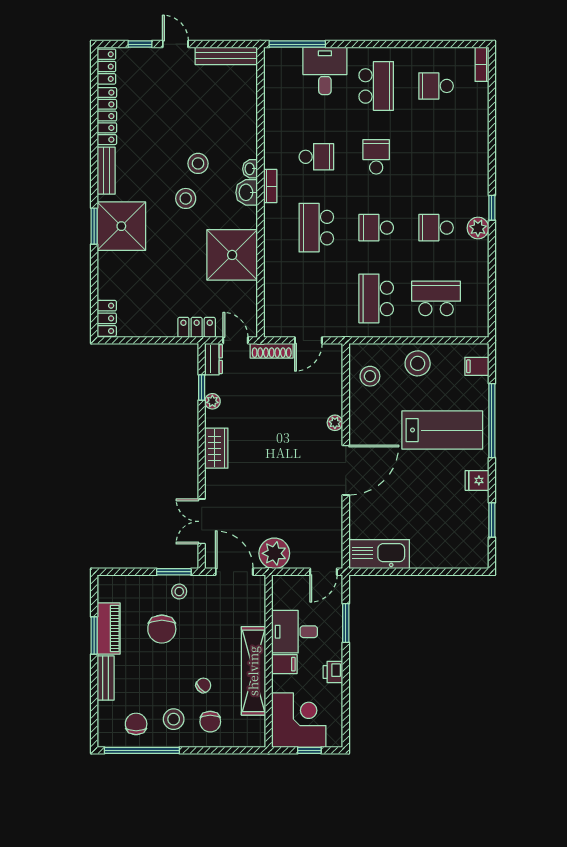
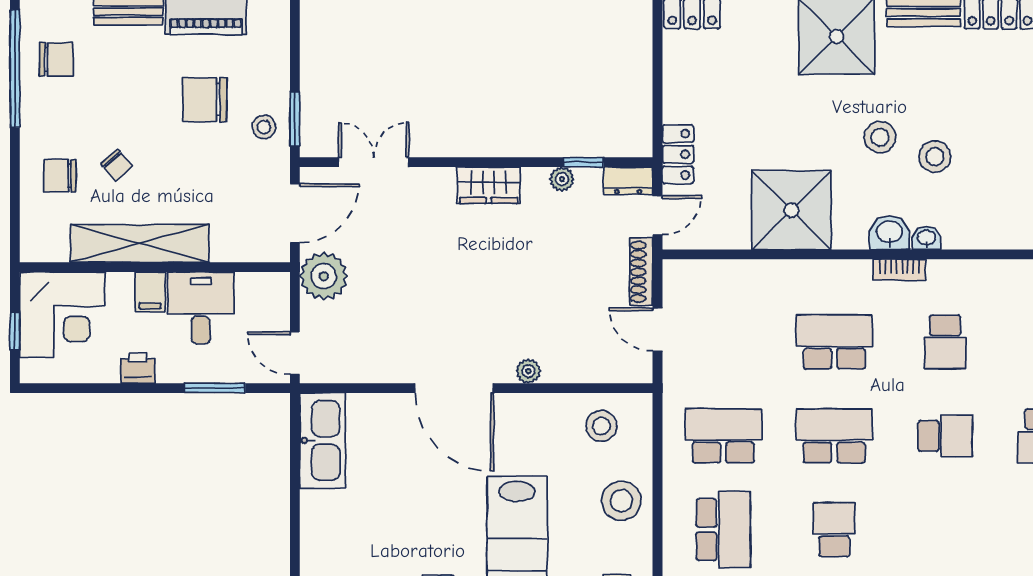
school desk: (376, 228) -> (834, 436), width x1.85
stool: (174, 719) -> (64, 118), removed

